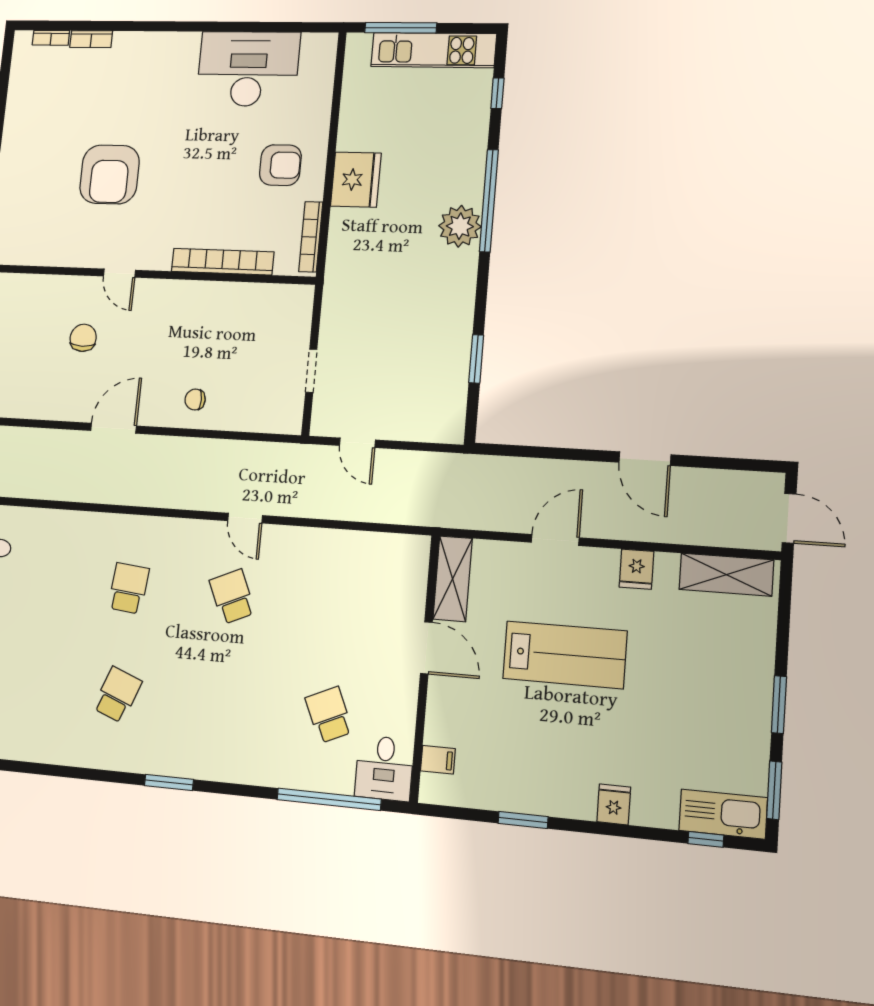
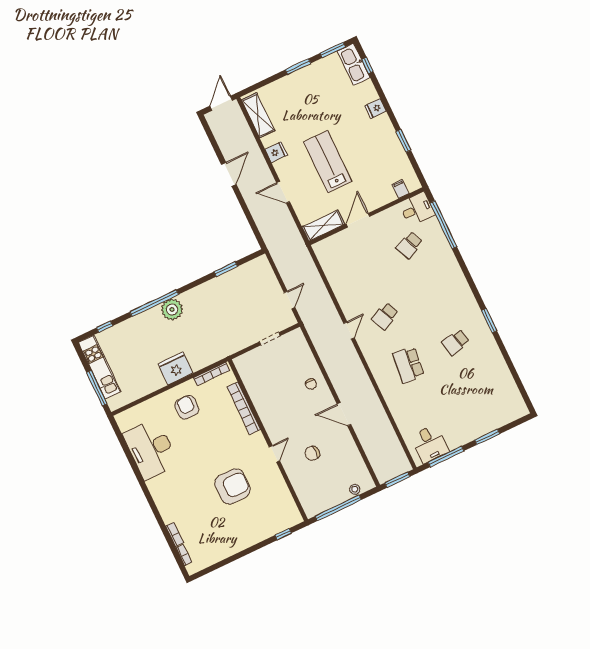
school desk: (129, 588) -> (408, 365), width x1.85
school desk: (117, 695) -> (456, 342), turned -33
window: (169, 782) -> (489, 321), moved

